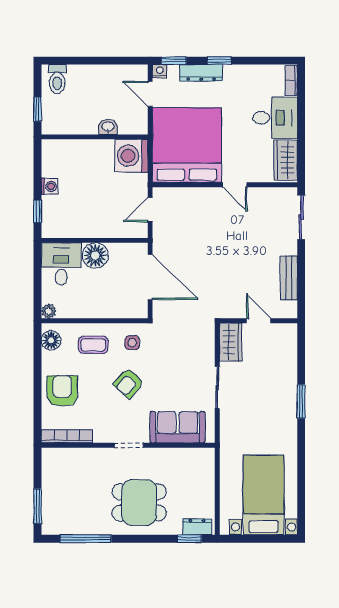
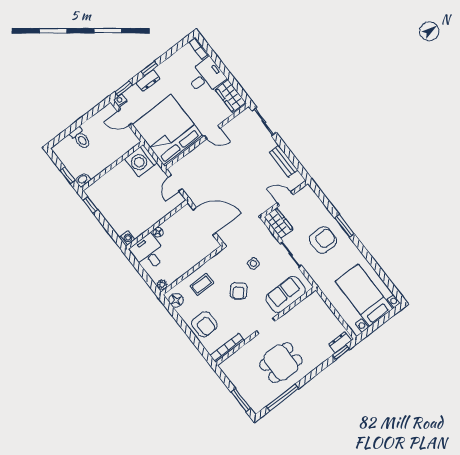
dresser: (201, 73) -> (148, 81), width x0.70
toilet: (57, 79) -> (81, 138), moved
washbasin: (108, 127) -> (83, 180), moved
washing machine: (49, 186) -> (127, 238), moved
window: (38, 211) -> (90, 205), moved
floor lamp: (95, 255) -> (158, 232), width x0.53, depth x0.53
side table: (132, 343) -> (253, 263), moved
armchair: (62, 391) -> (204, 324), turned 180
armchair: (265, 399) -> (323, 240), added
dining table: (139, 502) -> (281, 363), moved

